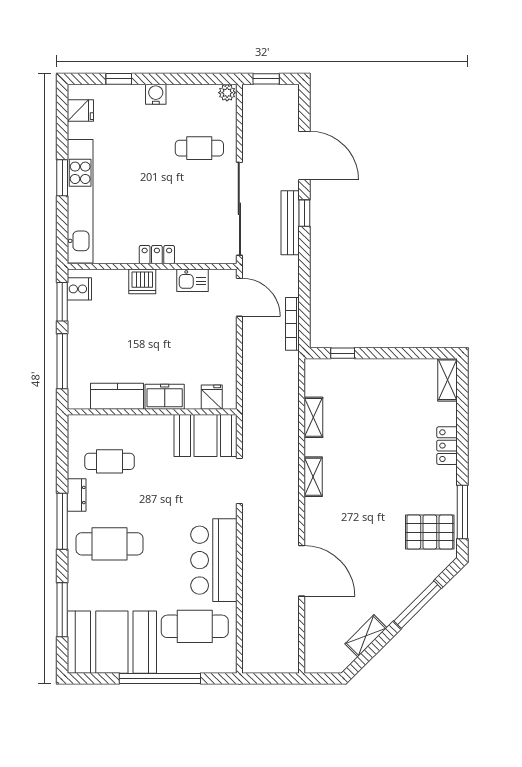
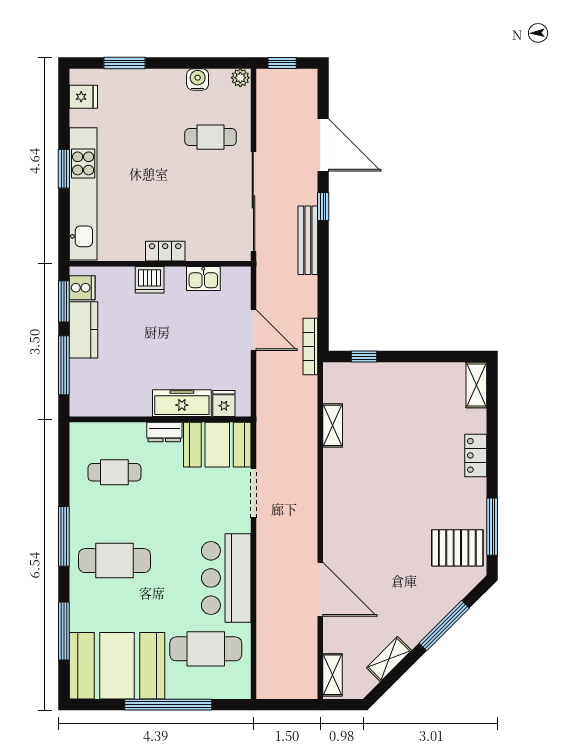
window: (119, 79) -> (124, 63), width x1.50
water cooler: (156, 94) -> (198, 79), moved
bench: (290, 223) -> (308, 240), moved
door: (239, 297) -> (253, 330), moved
bookcase: (292, 324) -> (310, 346), moved
kitchen counter: (117, 396) -> (84, 330), moved, turned 90
freezer: (165, 397) -> (182, 403), width x1.40
shelving: (313, 477) -> (332, 675), moved
dresser: (77, 495) -> (164, 432), moved, turned 90

